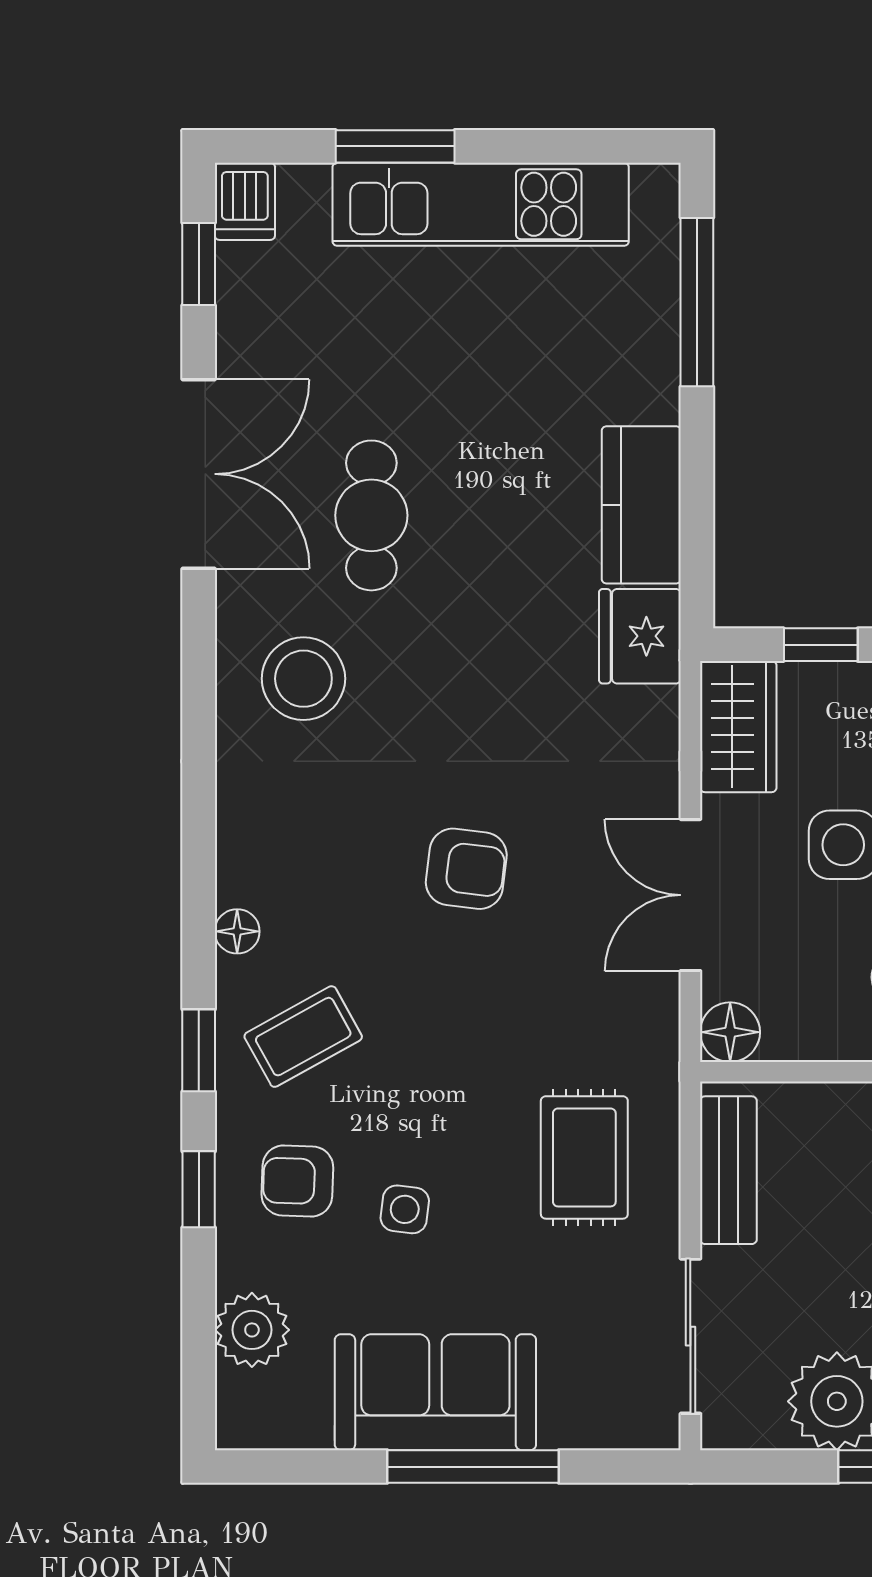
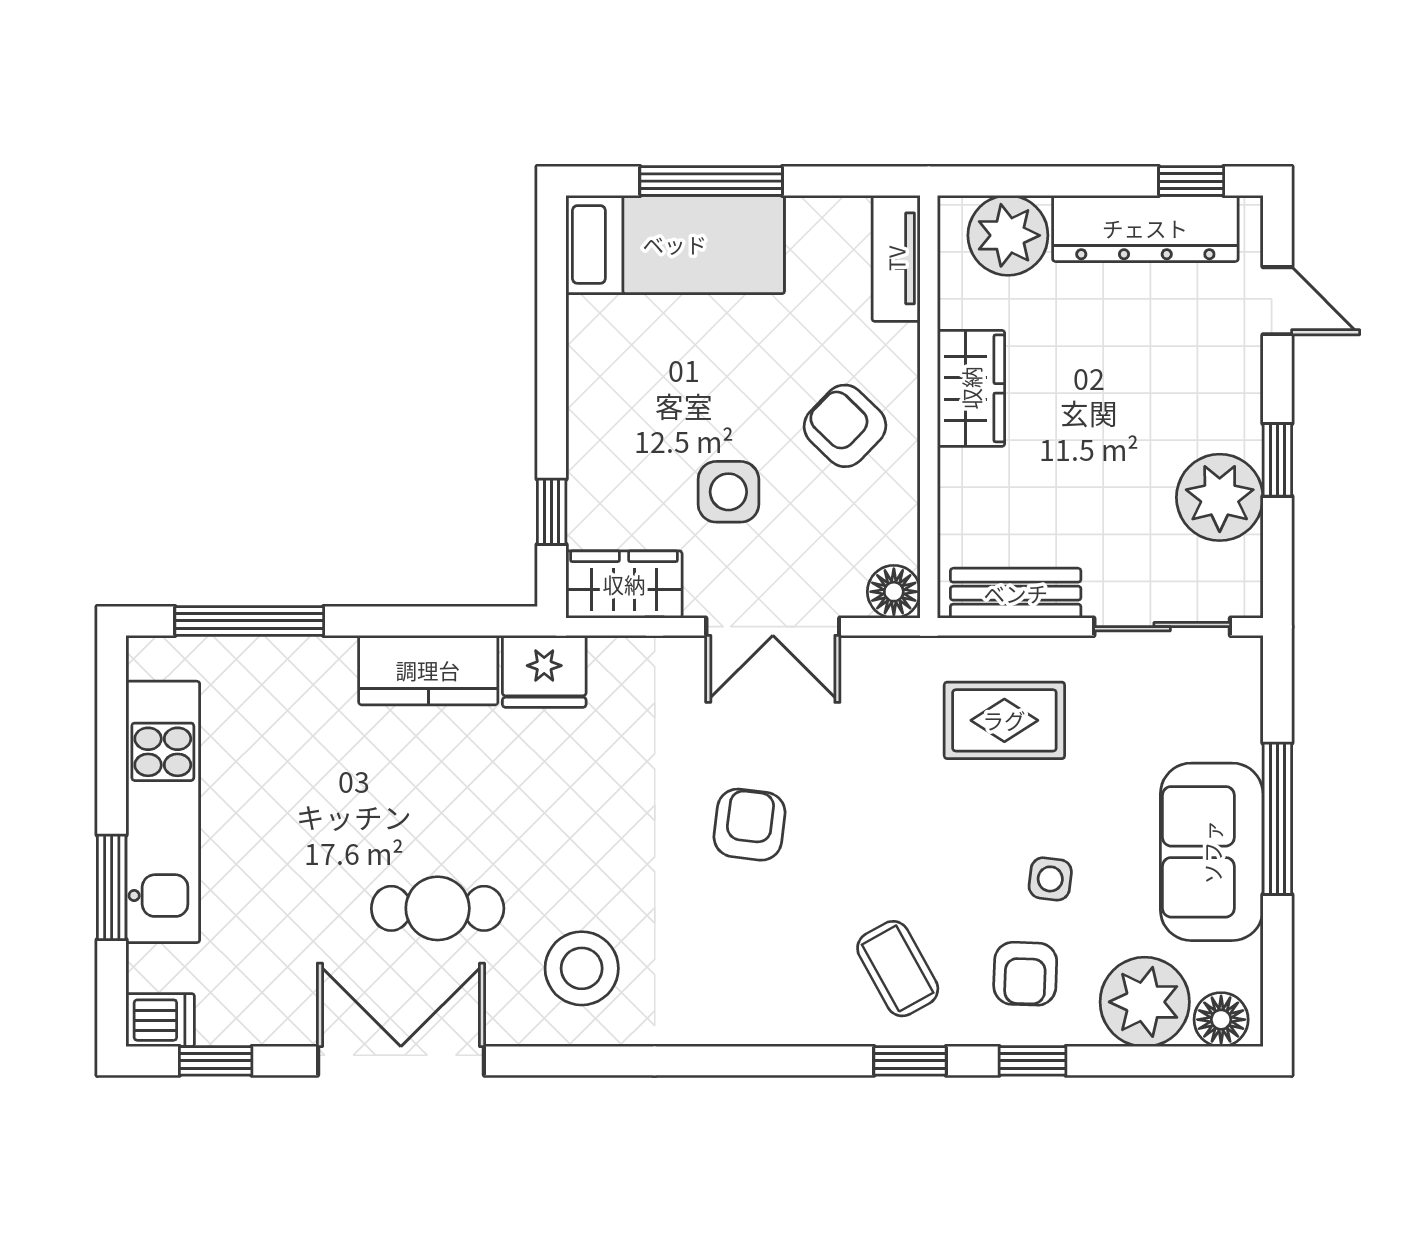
floor lamp: (237, 931) -> (1221, 1020), moved, width x1.37, depth x1.37
plant: (252, 1330) -> (1145, 1002), width x1.36, depth x1.36

